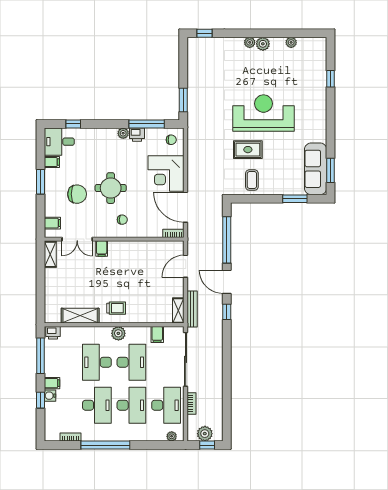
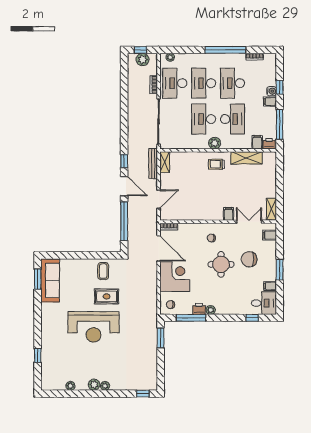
window: (295, 199) -> (67, 255), removed
filing cabinet: (157, 334) -> (257, 142), moved

